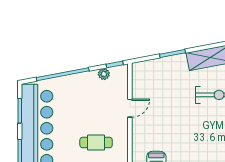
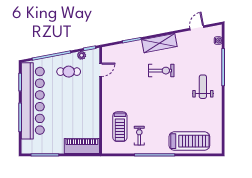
door: (130, 108) -> (101, 70), moved
cafe table: (96, 143) -> (69, 72), moved

